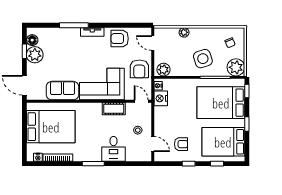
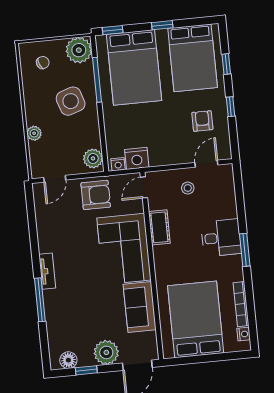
armchair: (120, 39) -> (53, 229), removed
plant: (35, 55) -> (106, 352), moved
desk: (114, 149) -> (221, 238), moved

